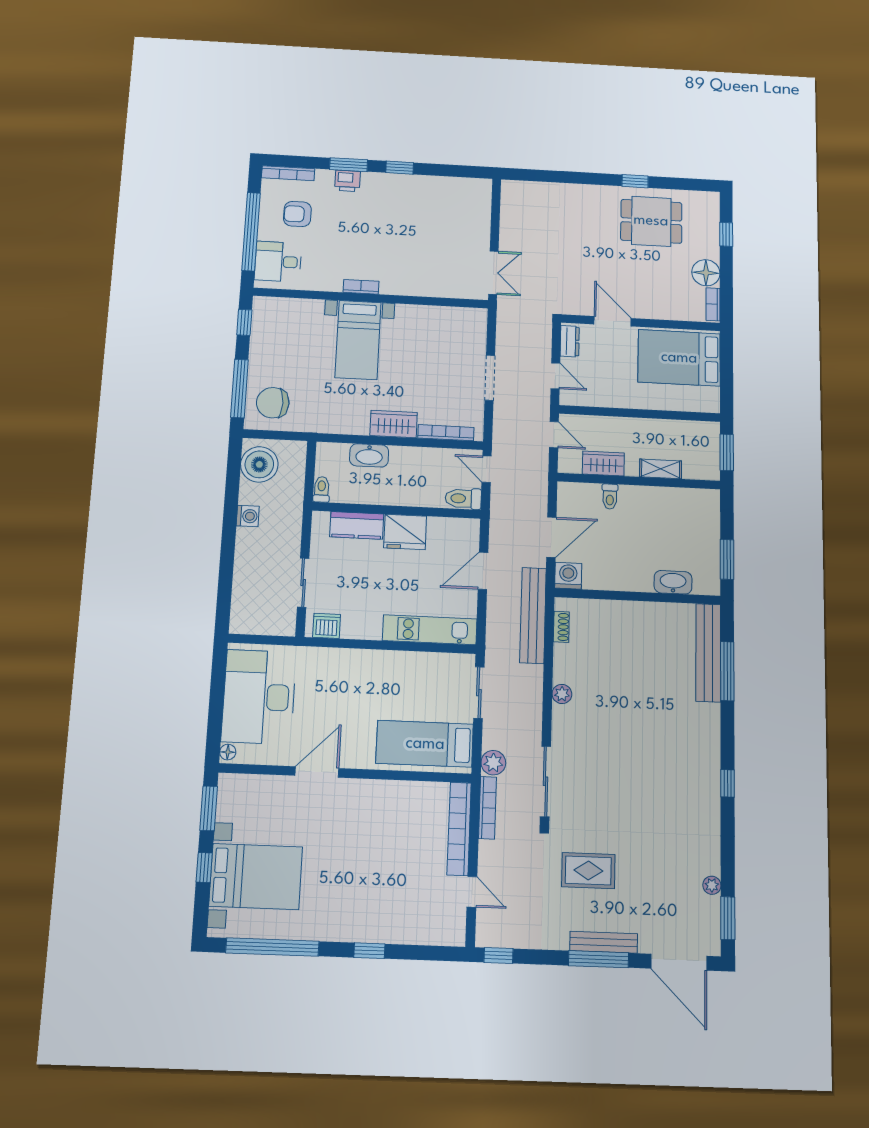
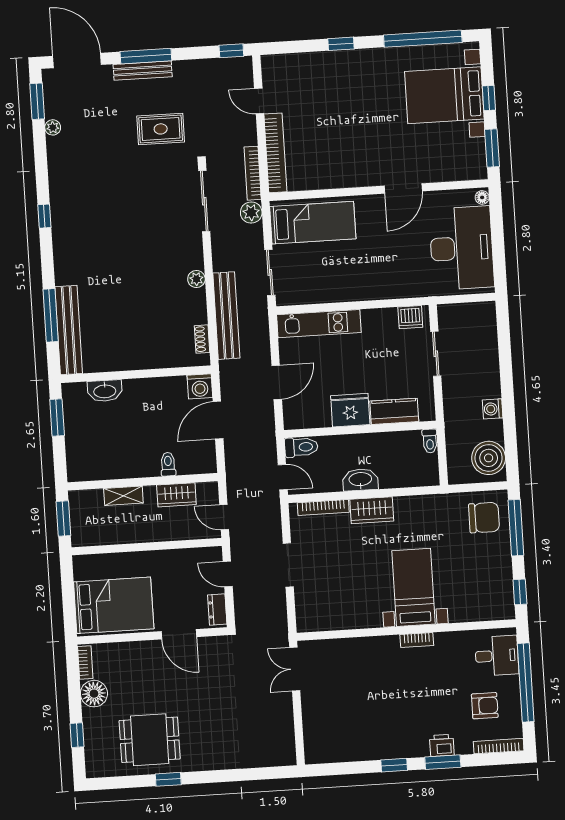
washbasin: (369, 455) -> (360, 480), moved
bench: (533, 615) -> (226, 316), moved

